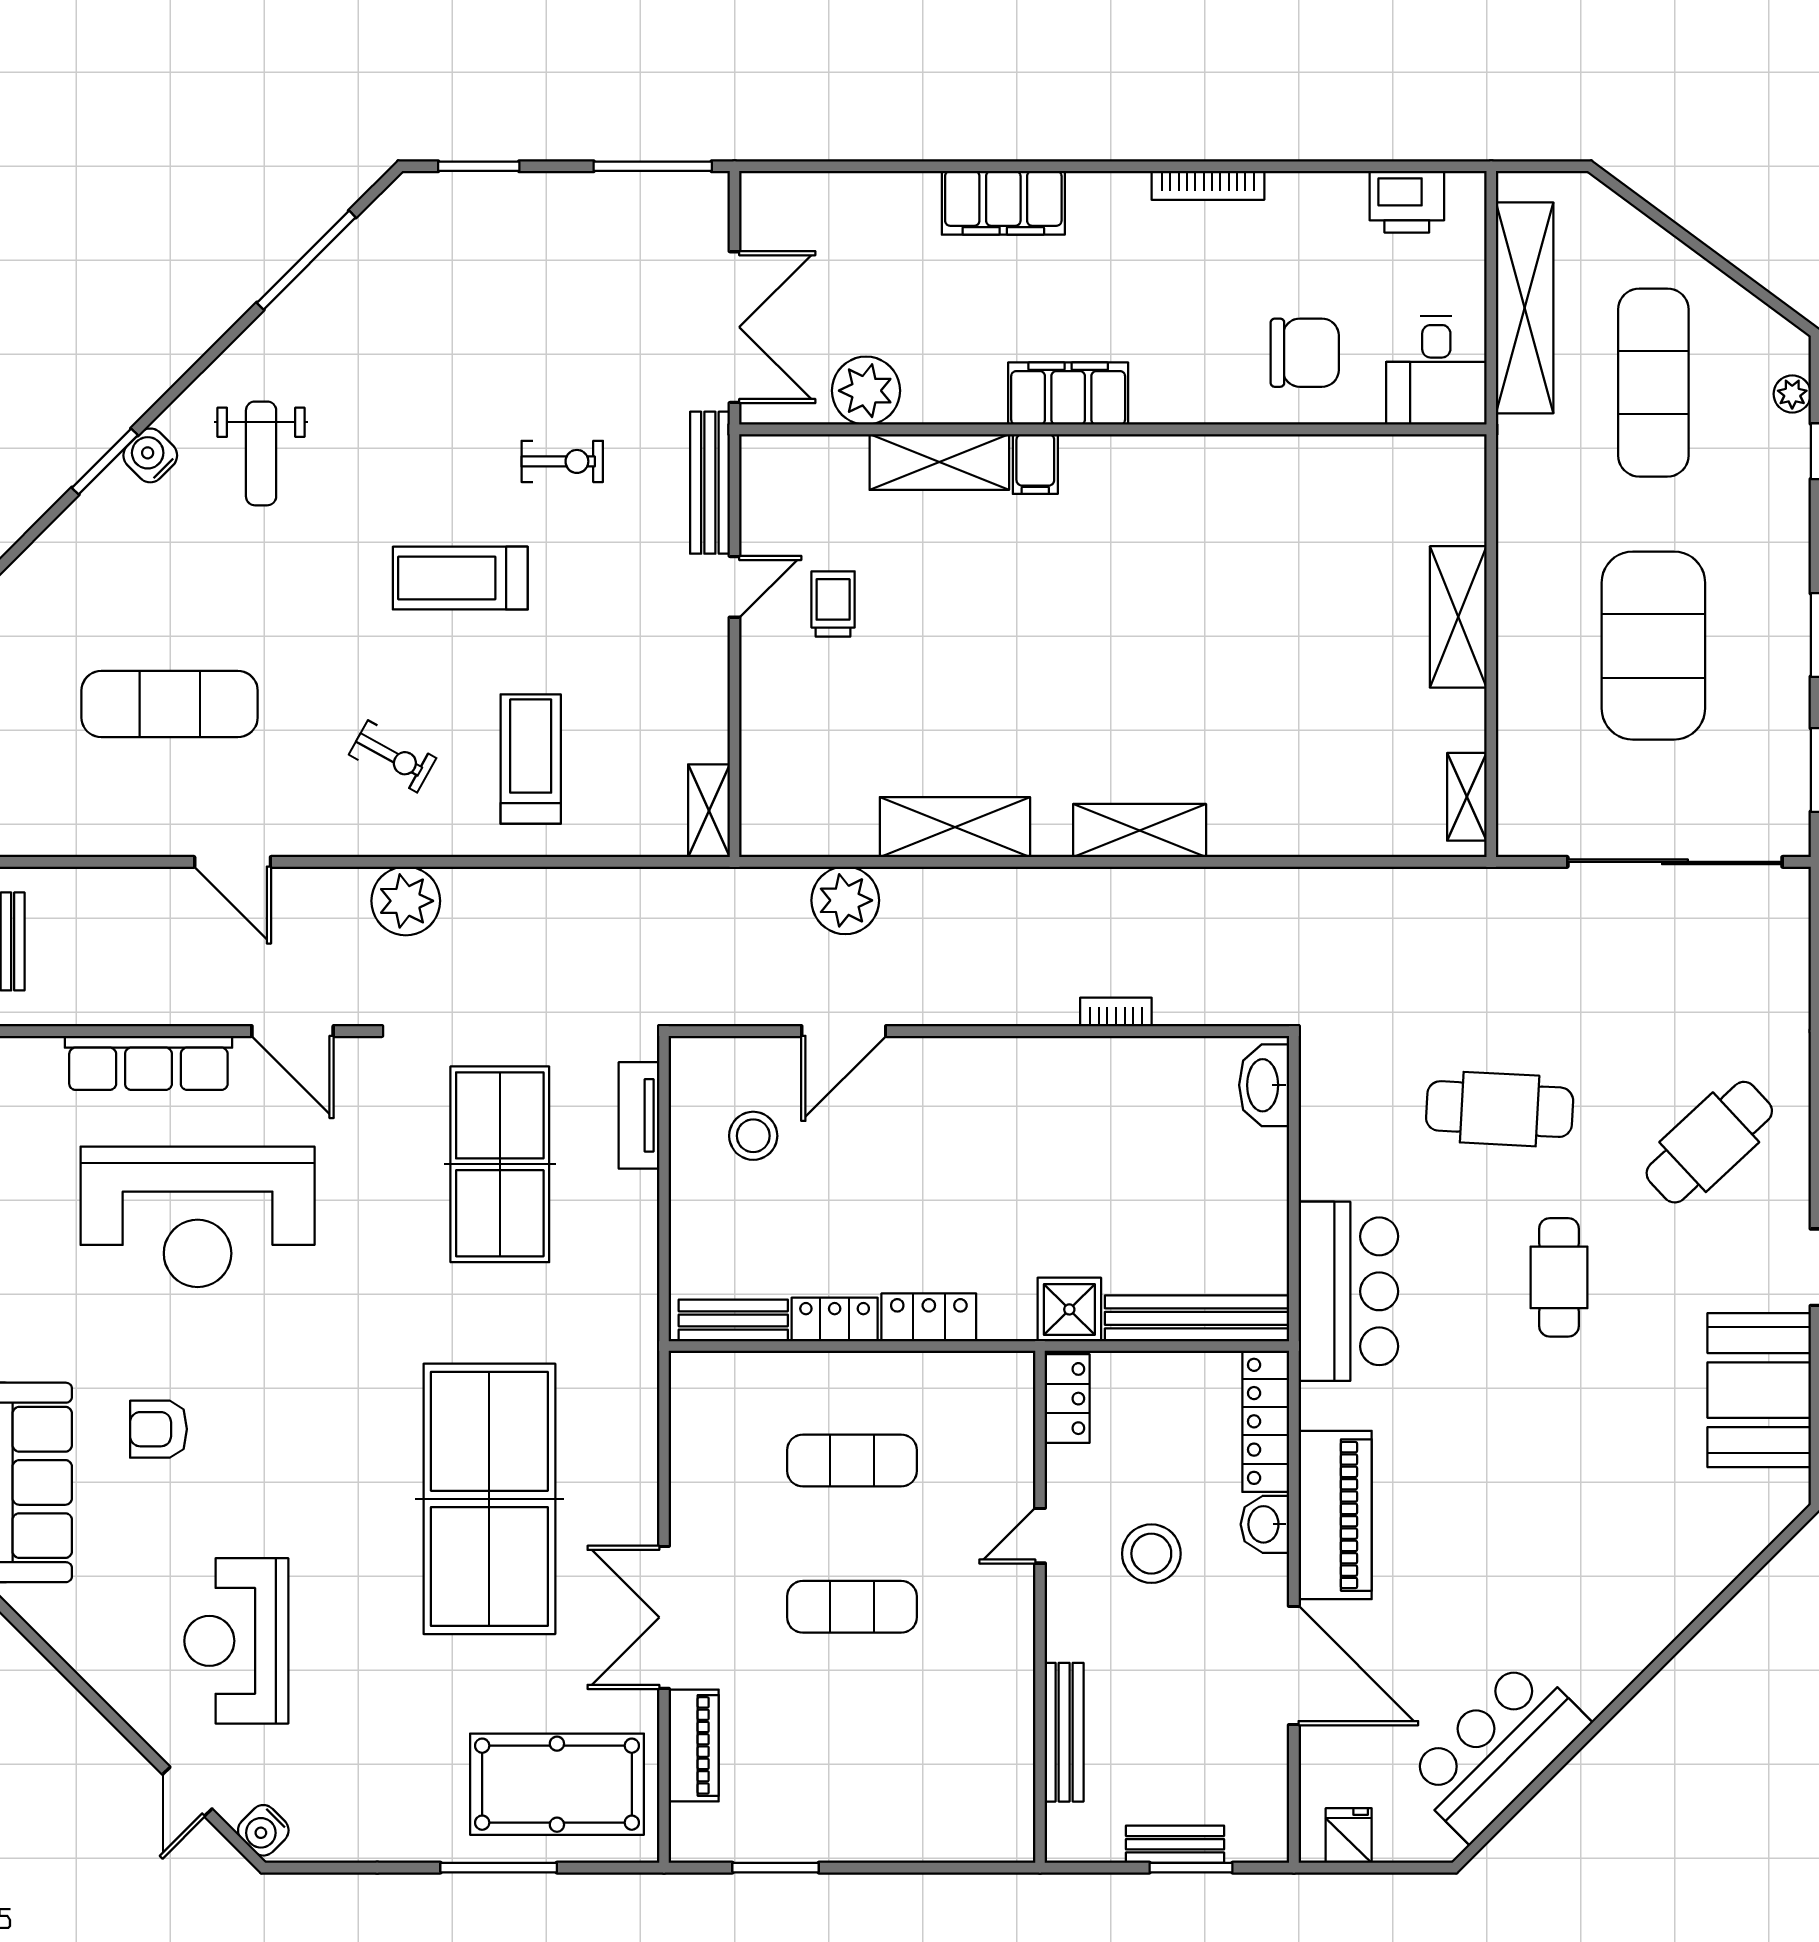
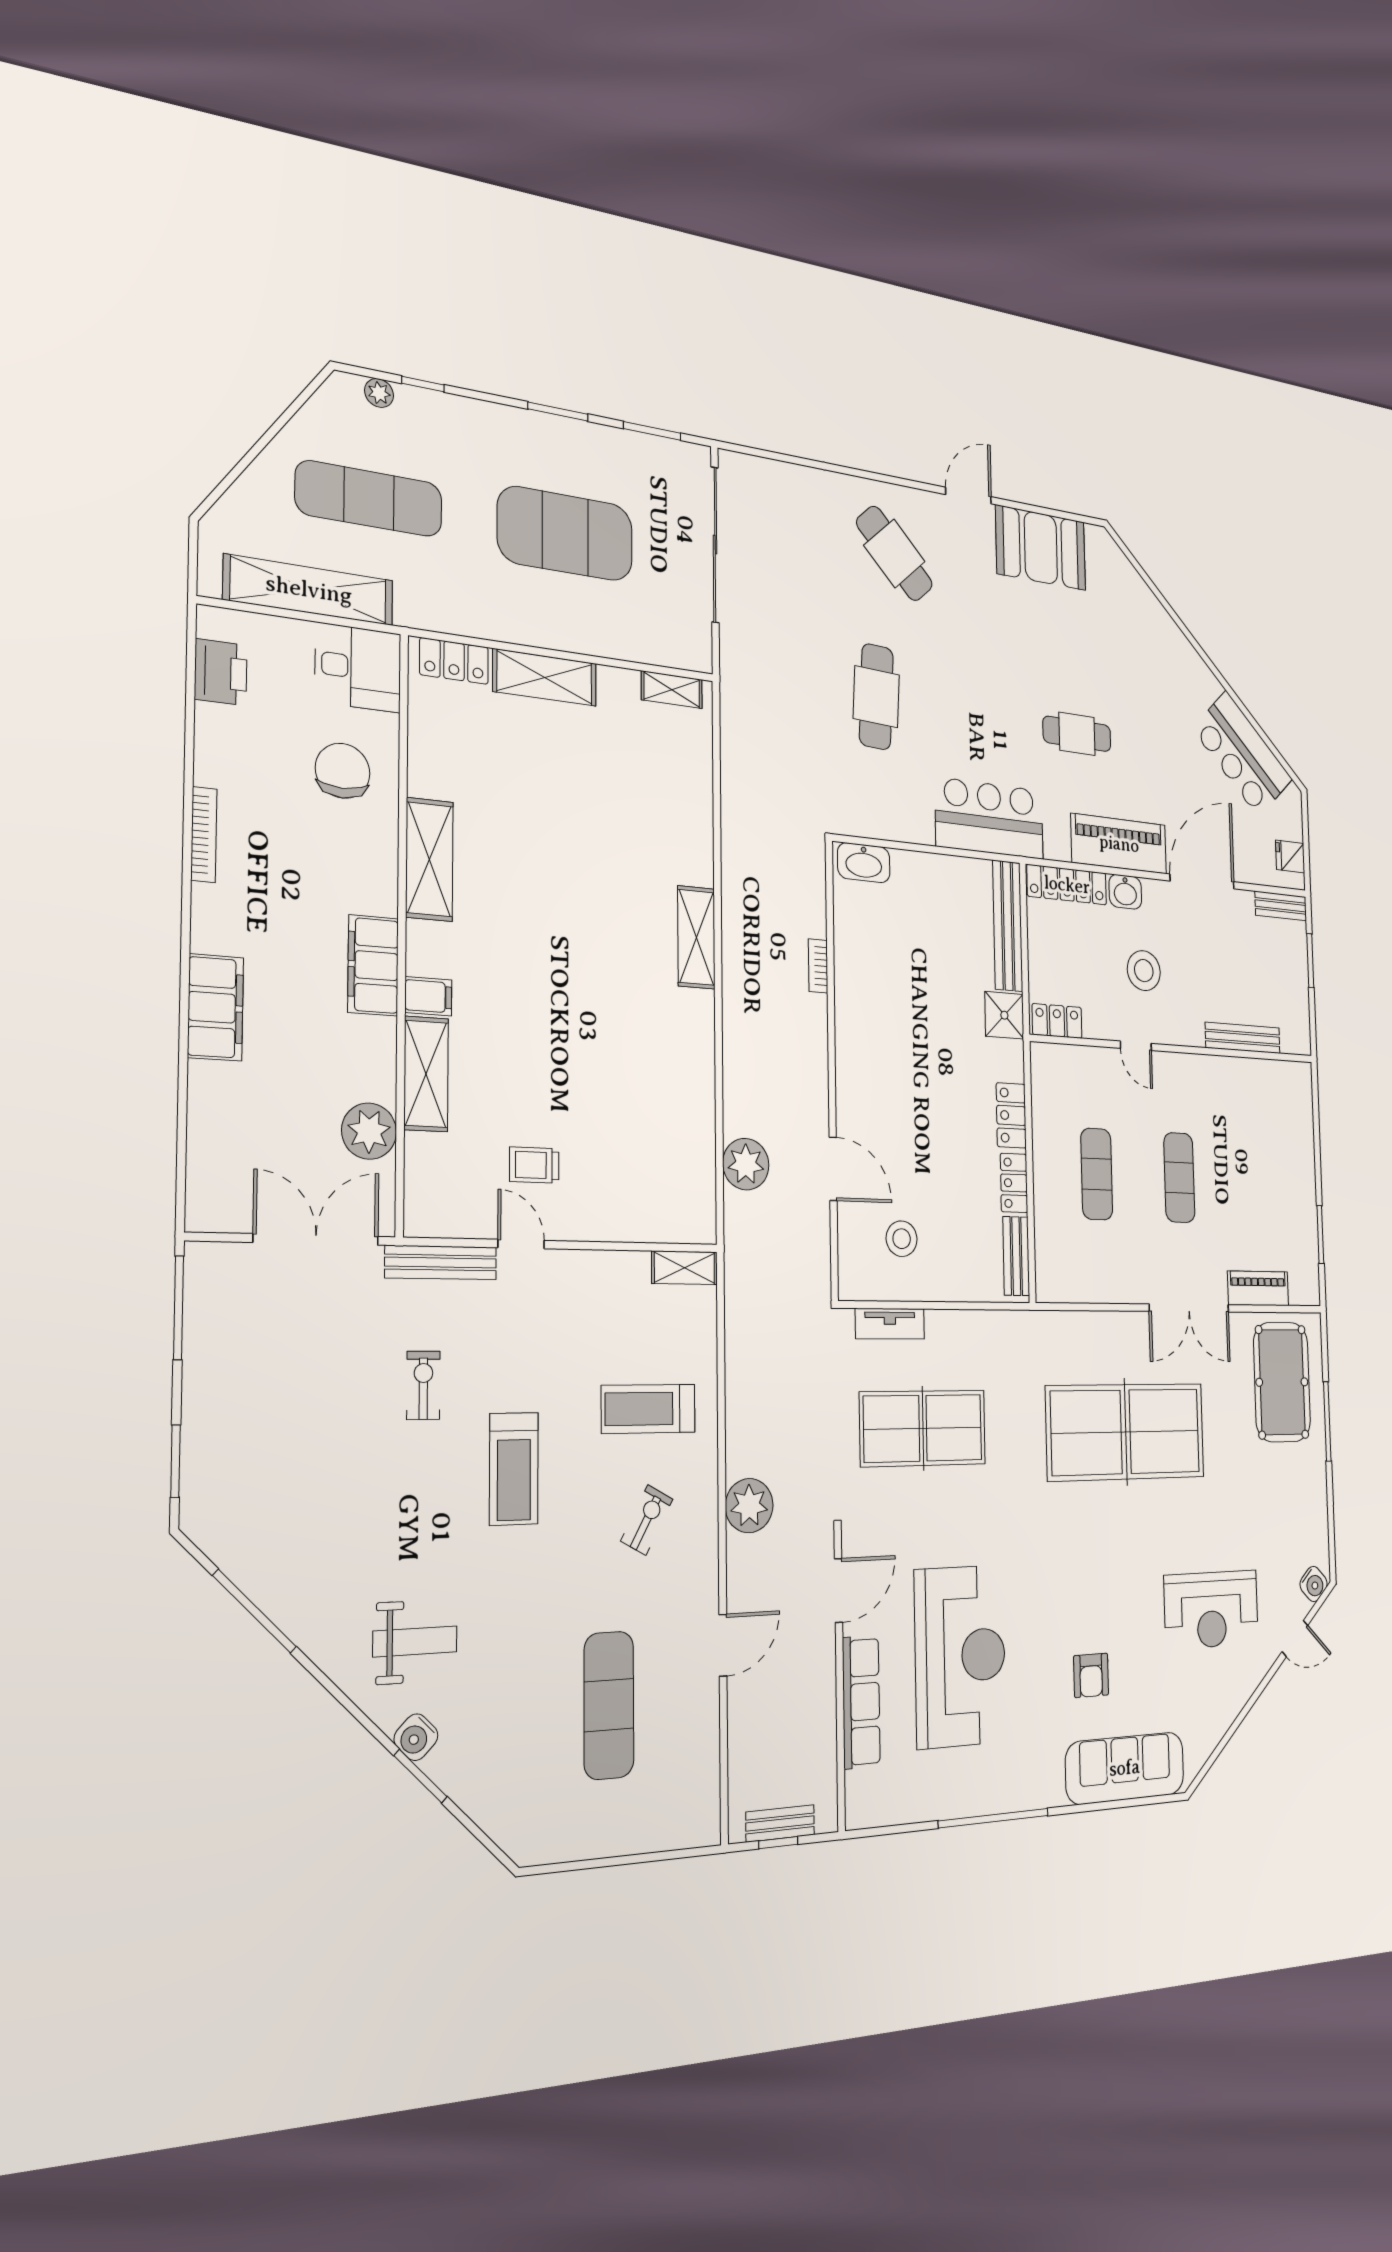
locker: (1462, 495) -> (454, 661), added
shelving: (955, 827) -> (429, 859), moved
cafe table: (1559, 1277) -> (1077, 734), moved
bench: (1175, 1844) -> (1281, 906), moved, turned 90

